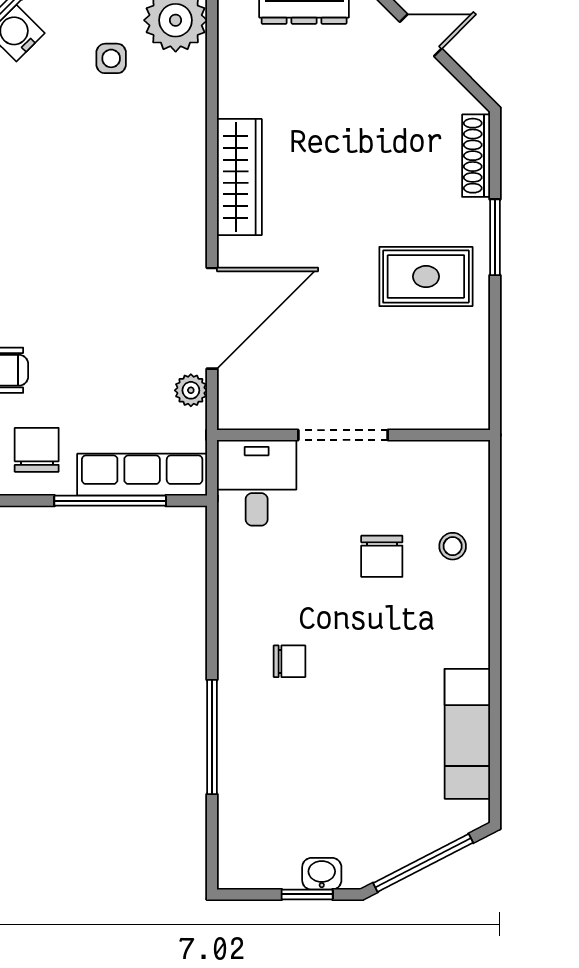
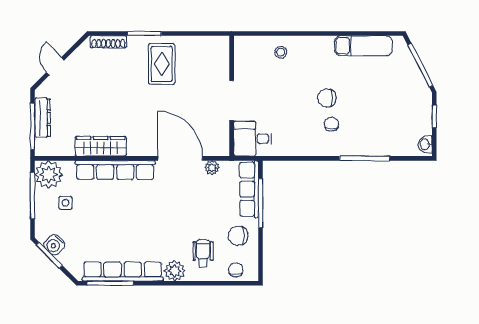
row of seats: (186, 171) -> (115, 170), added
wardrobe: (239, 177) -> (101, 146), moved
chair: (382, 556) -> (327, 98), moved, turned 180
washbasin: (322, 874) -> (425, 144), moved

